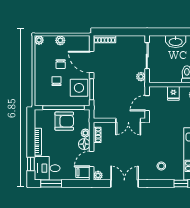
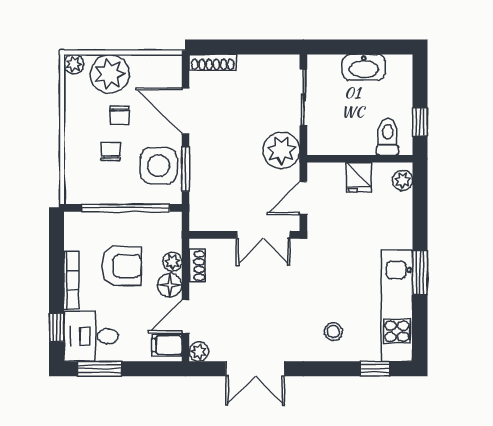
plant: (60, 40) -> (110, 74), width x1.87, depth x1.87
plant: (141, 77) -> (281, 150), width x1.88, depth x1.88
armchair: (64, 121) -> (122, 266), moved
double door: (124, 183) -> (255, 369), swing flipped

